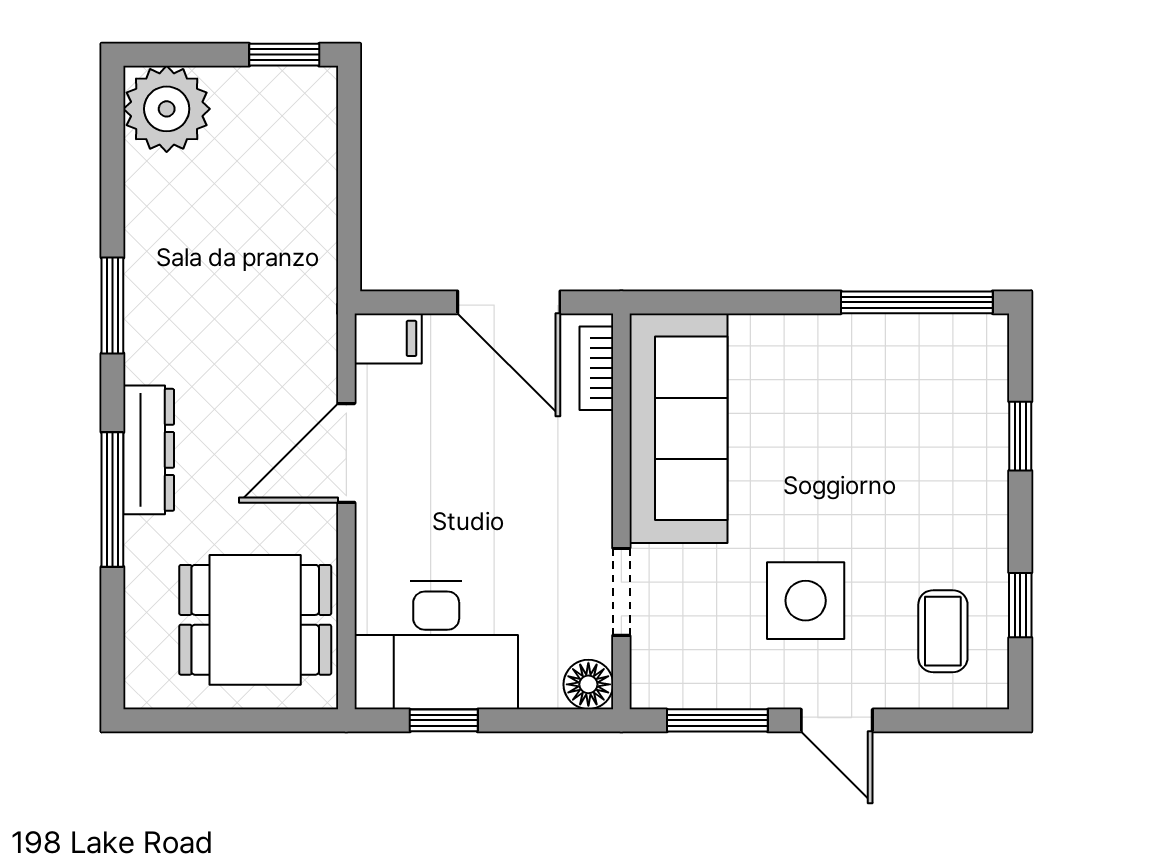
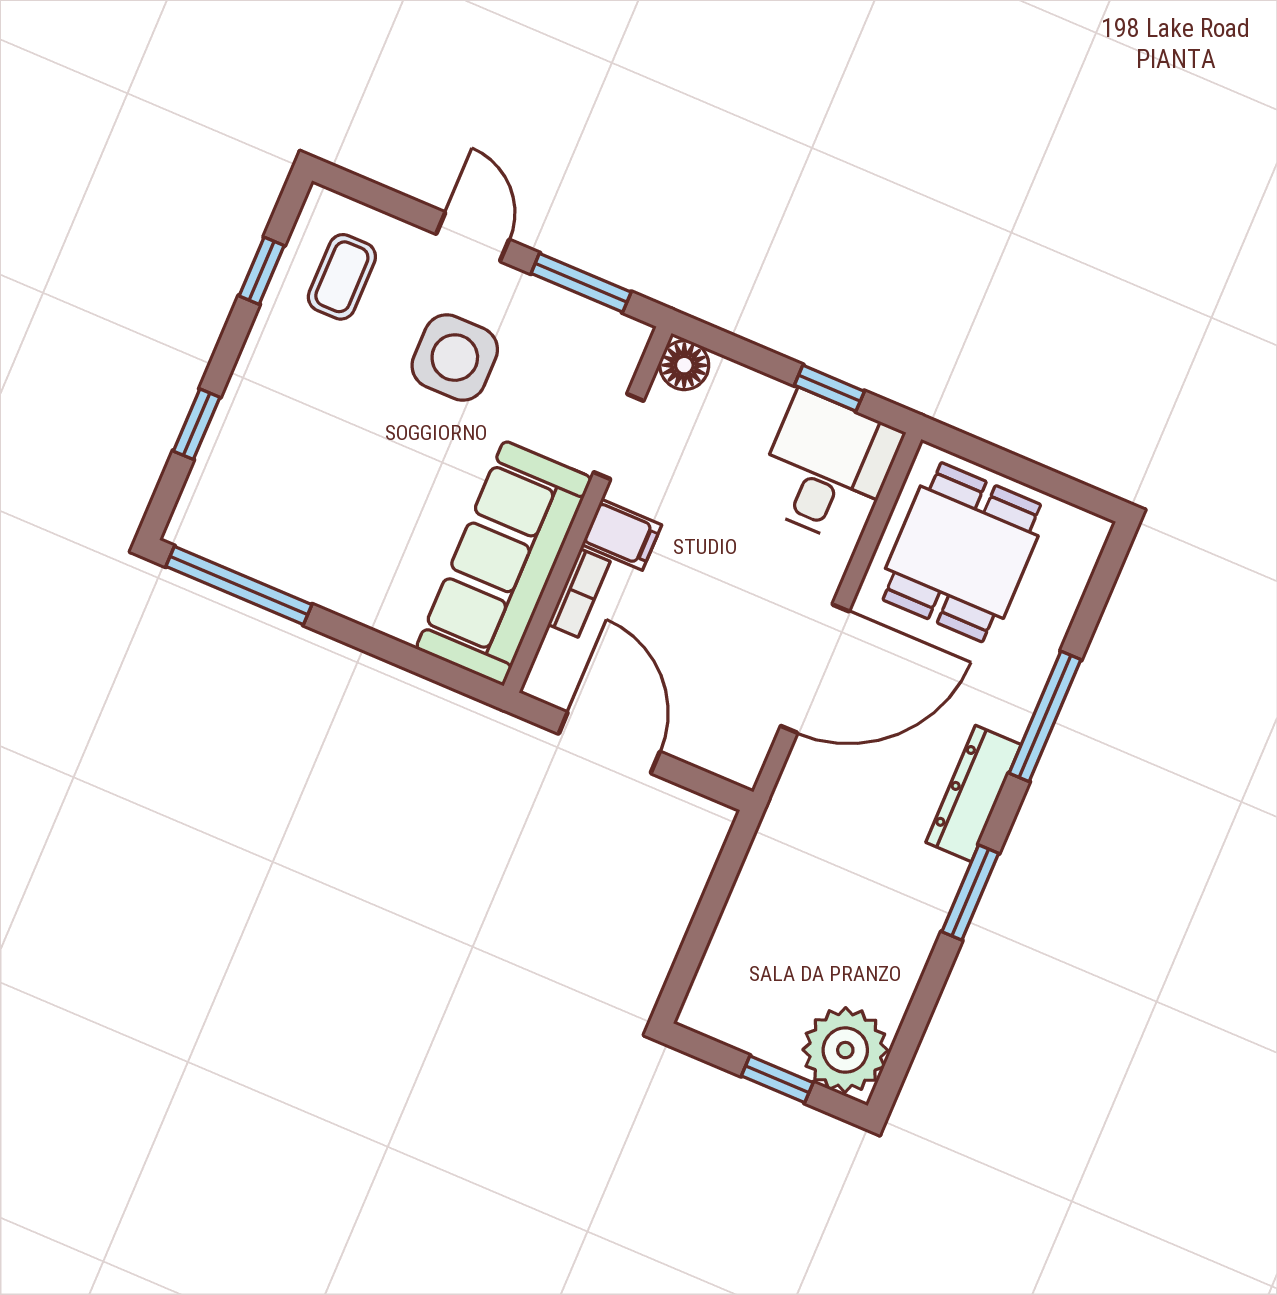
window: (284, 55) -> (777, 1079), moved
filing cabinet: (388, 338) -> (622, 535), moved, turned 180
bookcase: (596, 368) -> (579, 593), moved
dresser: (149, 450) -> (973, 793), moved
door: (346, 453) -> (815, 669), width x1.36
dining table: (255, 620) -> (962, 552), turned 90
desk: (436, 645) -> (827, 468), width x0.73

